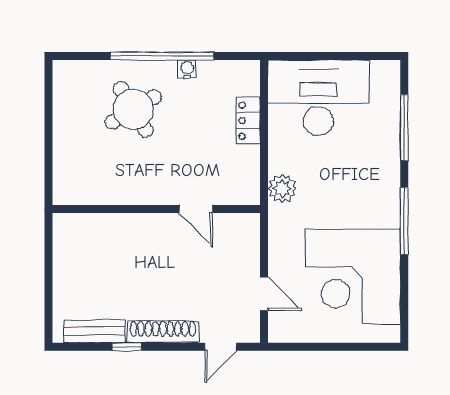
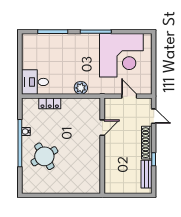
desk: (318, 98) -> (35, 82), width x0.53, depth x0.77
wall: (156, 209) -> (102, 146), moved
door: (196, 209) -> (102, 128), moved
door: (264, 294) -> (129, 96), hinge flipped

